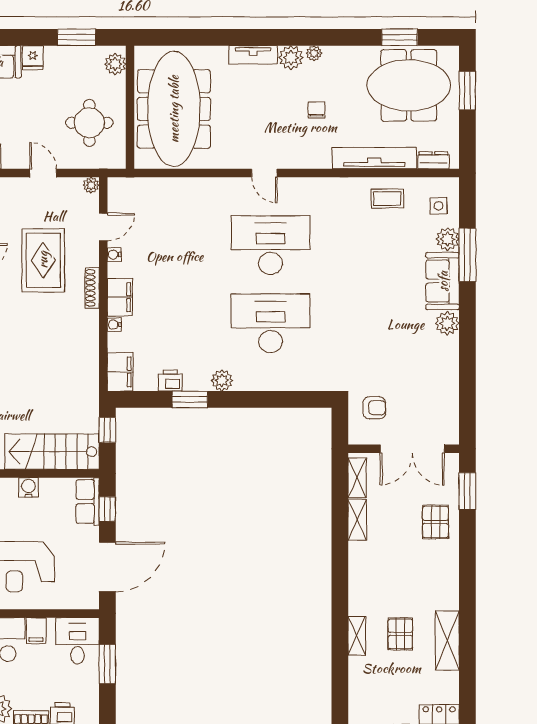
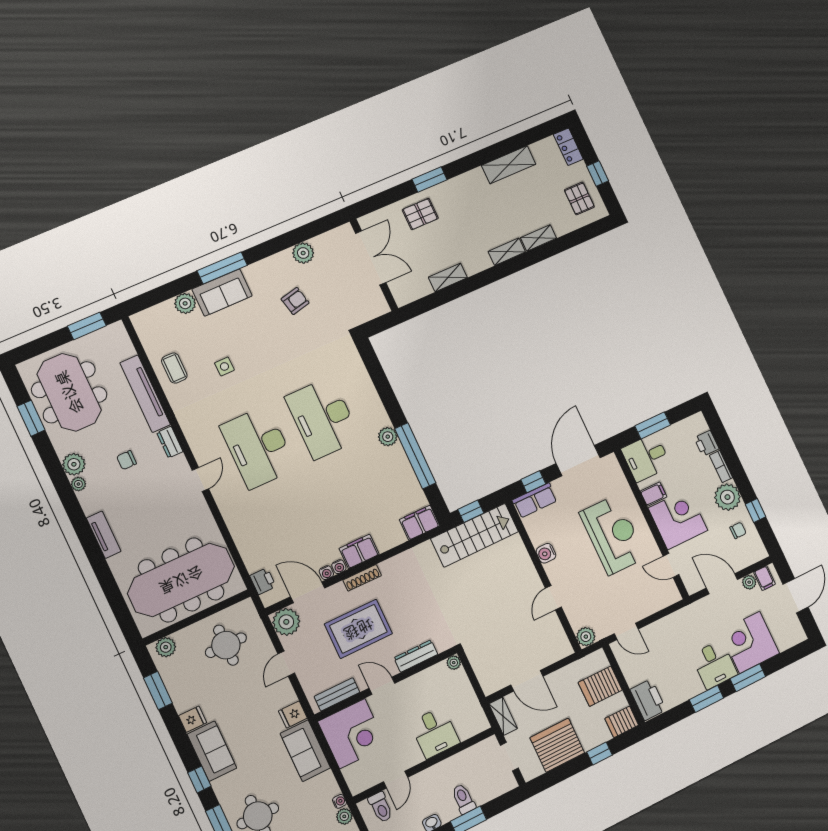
plant: (291, 58) -> (74, 464), moved
window: (467, 90) -> (87, 326), moved
dresser: (433, 160) -> (170, 442), moved
plant: (91, 185) -> (286, 622), width x1.87, depth x1.87
side table: (439, 206) -> (224, 366), moved
door: (103, 227) -> (308, 592), width x1.38
window: (467, 255) -> (222, 268), moved
plant: (447, 323) -> (303, 253), moved
water cooler: (114, 325) -> (339, 567), moved
printer: (170, 381) -> (263, 581), moved, turned 180
window: (190, 399) -> (415, 456), width x2.11
armchair: (374, 408) -> (295, 301), moved, turned 77
stairs: (52, 452) -> (475, 535), moved, turned -90
shelving: (357, 478) -> (507, 252), moved
window: (467, 491) -> (430, 179), moved
door: (107, 567) -> (578, 461), hinge flipped
pallet: (400, 634) -> (579, 198), moved, turned 90

